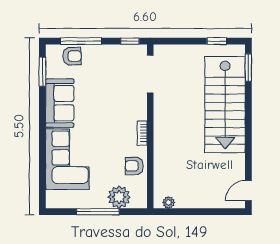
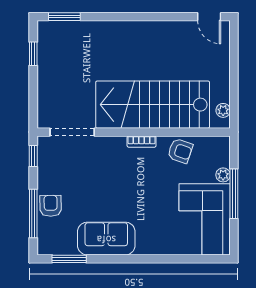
armchair: (72, 56) -> (51, 206), moved
stairs: (225, 104) -> (153, 105), moved, turned 180
corner sofa: (67, 159) -> (205, 219), moved, turned -90
armchair: (134, 166) -> (180, 151), turned -71
plant: (119, 197) -> (223, 175), width x0.53, depth x0.53

